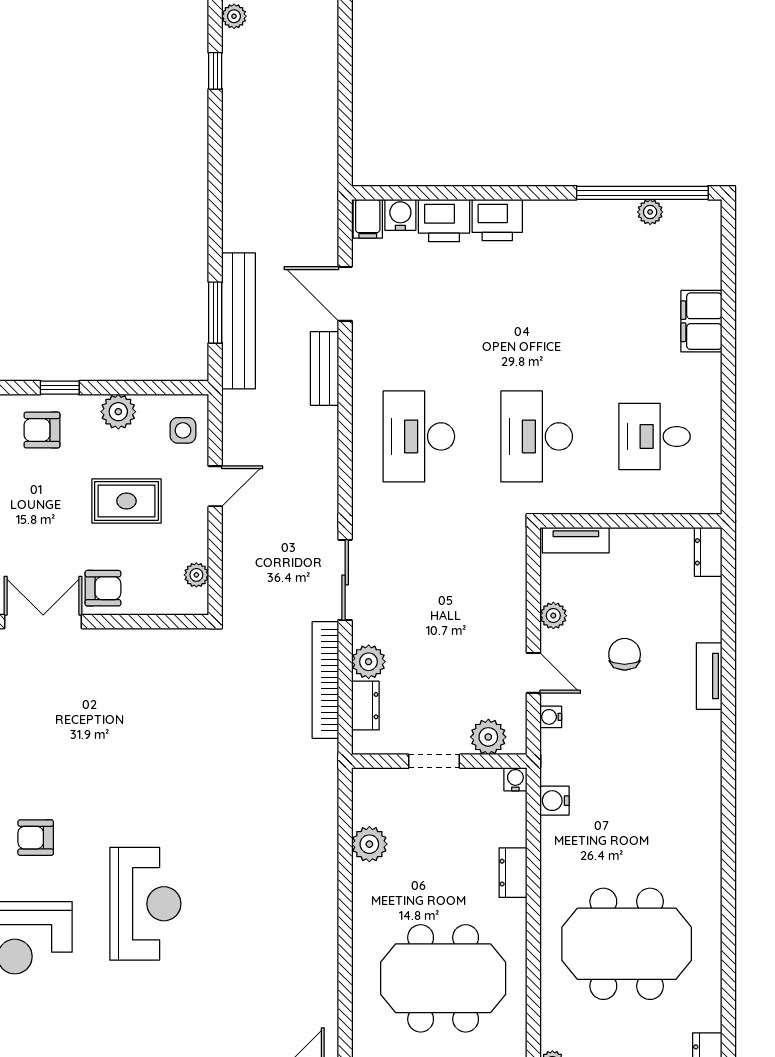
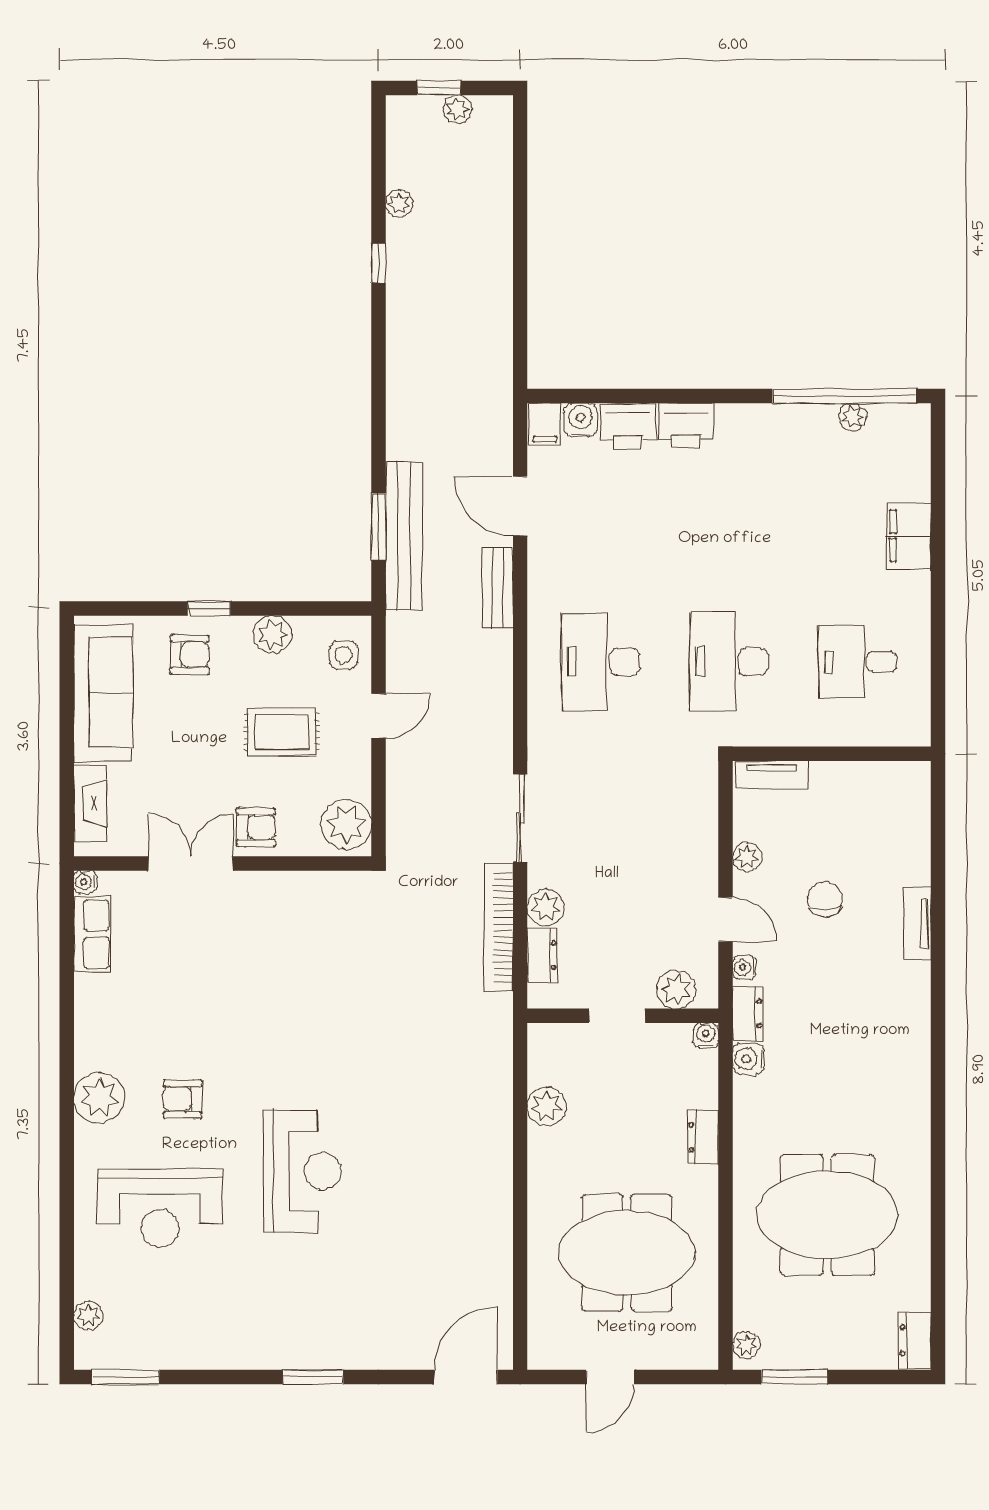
armchair: (42, 430) -> (190, 655), turned 180
dresser: (708, 552) -> (748, 1013), moved, turned 180
plant: (196, 575) -> (346, 824), width x1.88, depth x1.88

